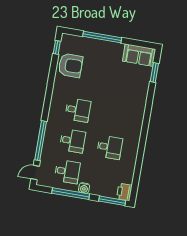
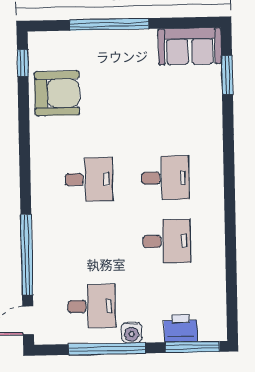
desk: (73, 141) -> (165, 178), moved
printer: (124, 192) -> (181, 328), moved, turned 90

